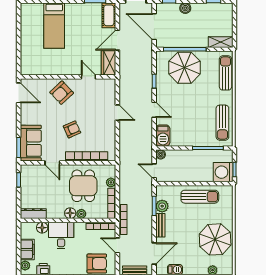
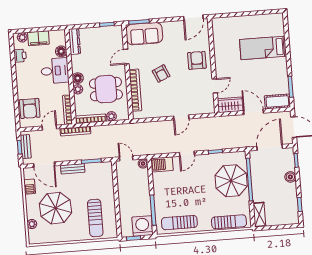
armchair: (62, 93) -> (197, 60), turned 43
door: (154, 171) -> (126, 158), hinge flipped
washing machine: (223, 172) -> (142, 226), moved
sun lounger: (200, 197) -> (95, 218), moved
plant: (162, 206) -> (92, 169), removed
parasol: (215, 239) -> (56, 208), moved

